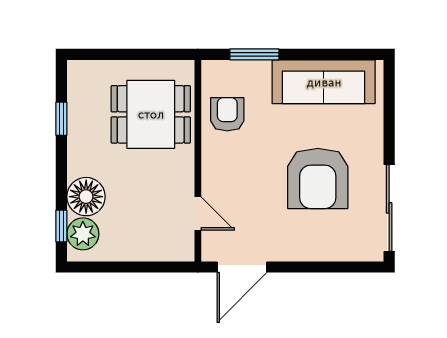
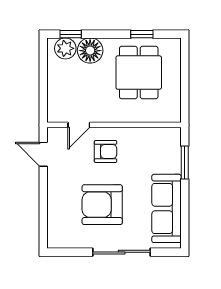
dining table: (151, 114) -> (139, 73), moved
armchair: (227, 114) -> (106, 151), moved
sliding door: (389, 208) -> (122, 252), moved
door: (242, 267) -> (43, 154), width x0.73

